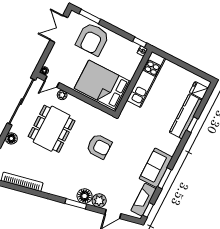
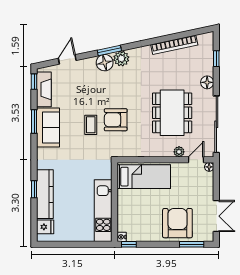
bed: (103, 85) -> (144, 177), width x0.67
coffee table: (121, 153) -> (91, 125), added
plant: (99, 201) -> (121, 59), moved

